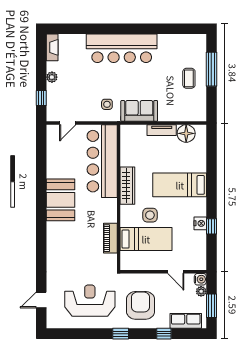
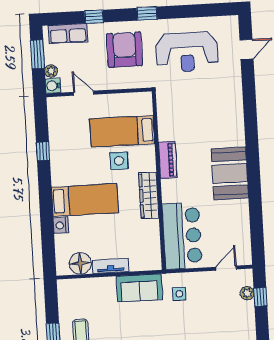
plant: (52, 77) -> (247, 293), moved
bar counter: (102, 161) -> (182, 236), width x0.73
nightstand: (200, 223) -> (61, 225), moved
piano: (110, 238) -> (168, 160), moved
armchair: (141, 305) -> (124, 50), turned 180

